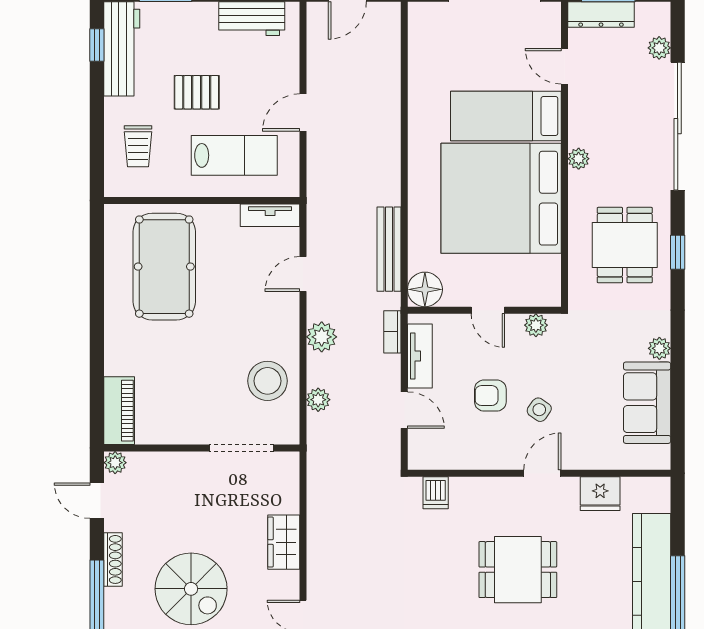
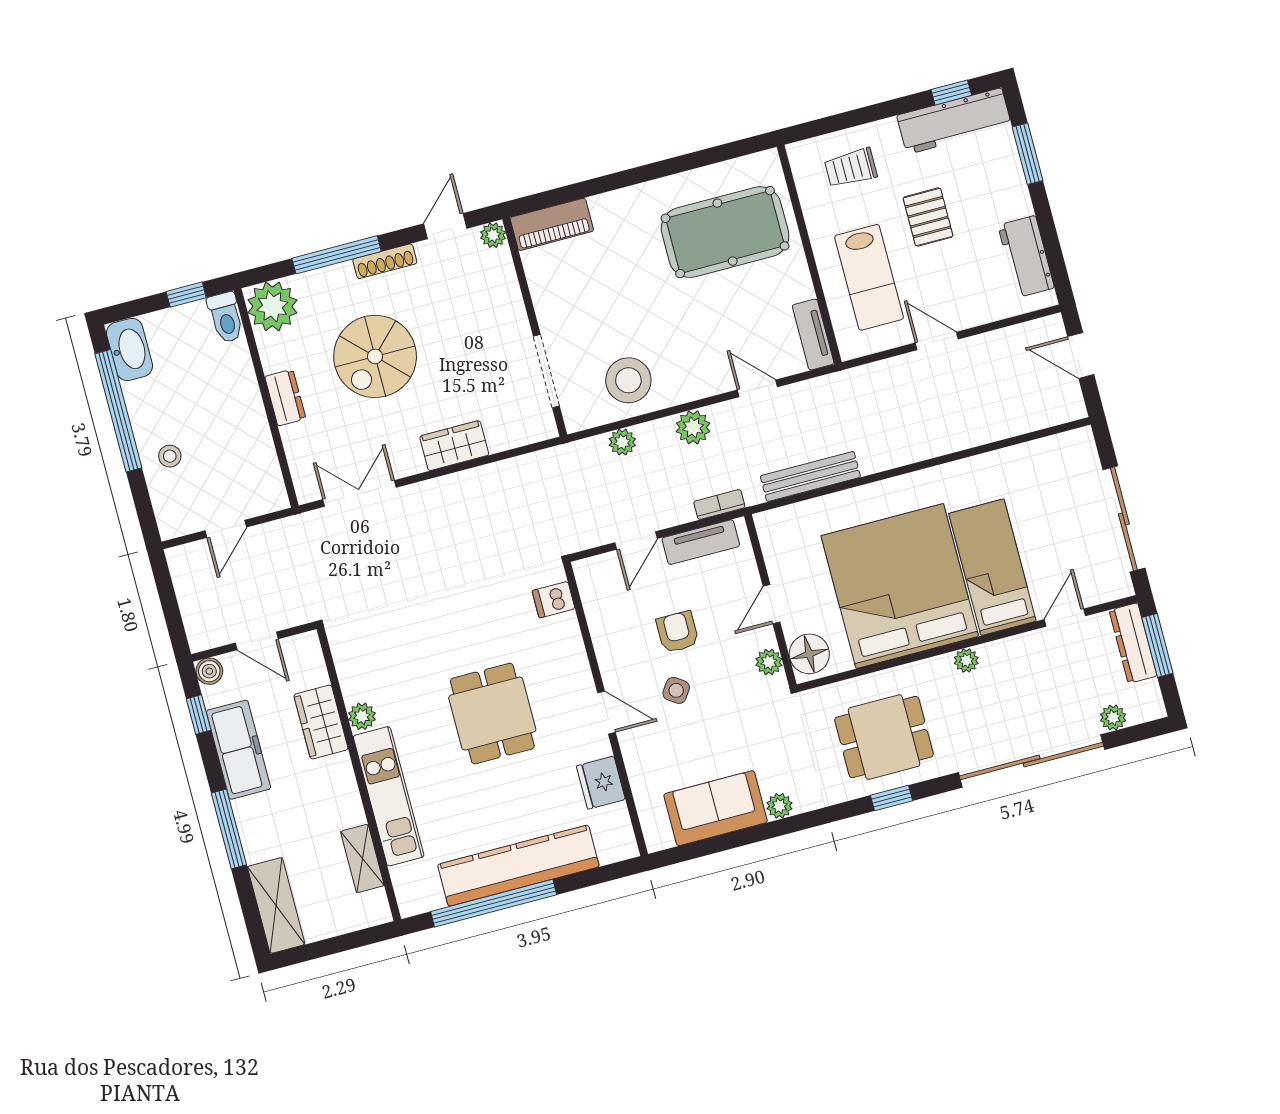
floor lamp: (425, 289) -> (809, 654), moved

